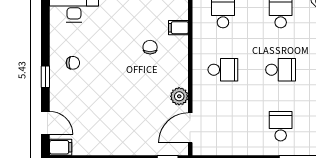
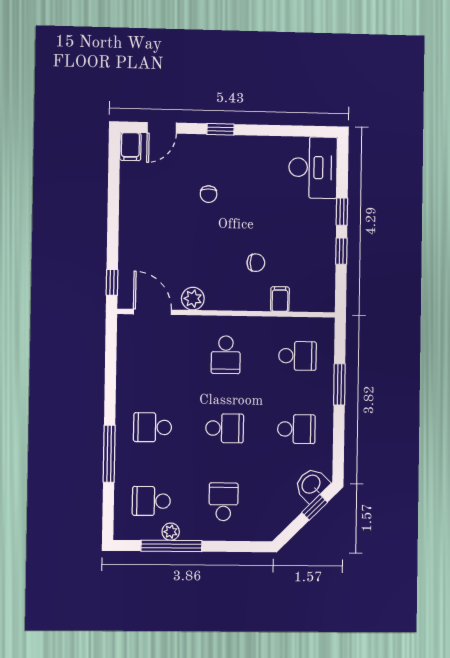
chair: (73, 63) -> (209, 194), moved
school desk: (281, 70) -> (225, 428), turned -90
school desk: (281, 126) -> (152, 427), turned 180

